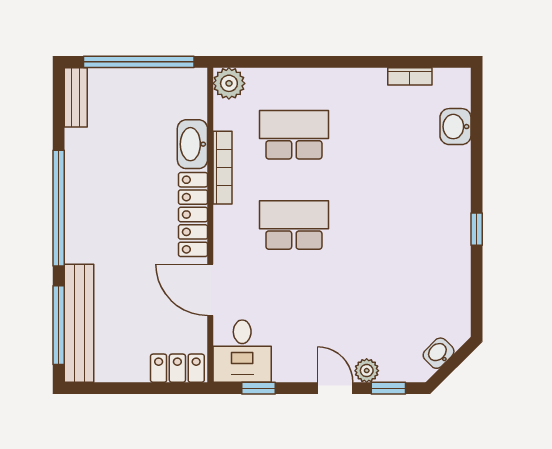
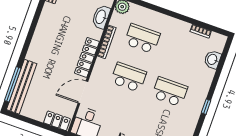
washbasin: (192, 144) -> (101, 17), moved
window: (59, 208) -> (30, 34), removed
school desk: (390, 225) -> (170, 92), added
door: (210, 290) -> (83, 92), hinge flipped

